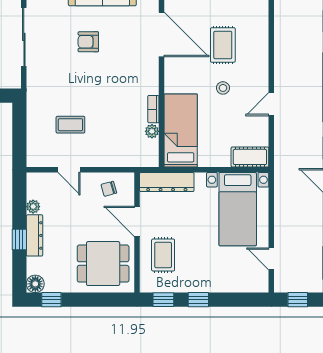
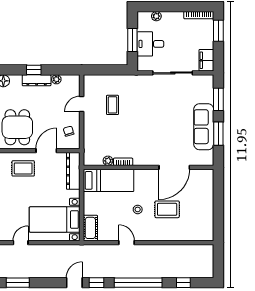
armchair: (88, 42) -> (169, 117), removed

